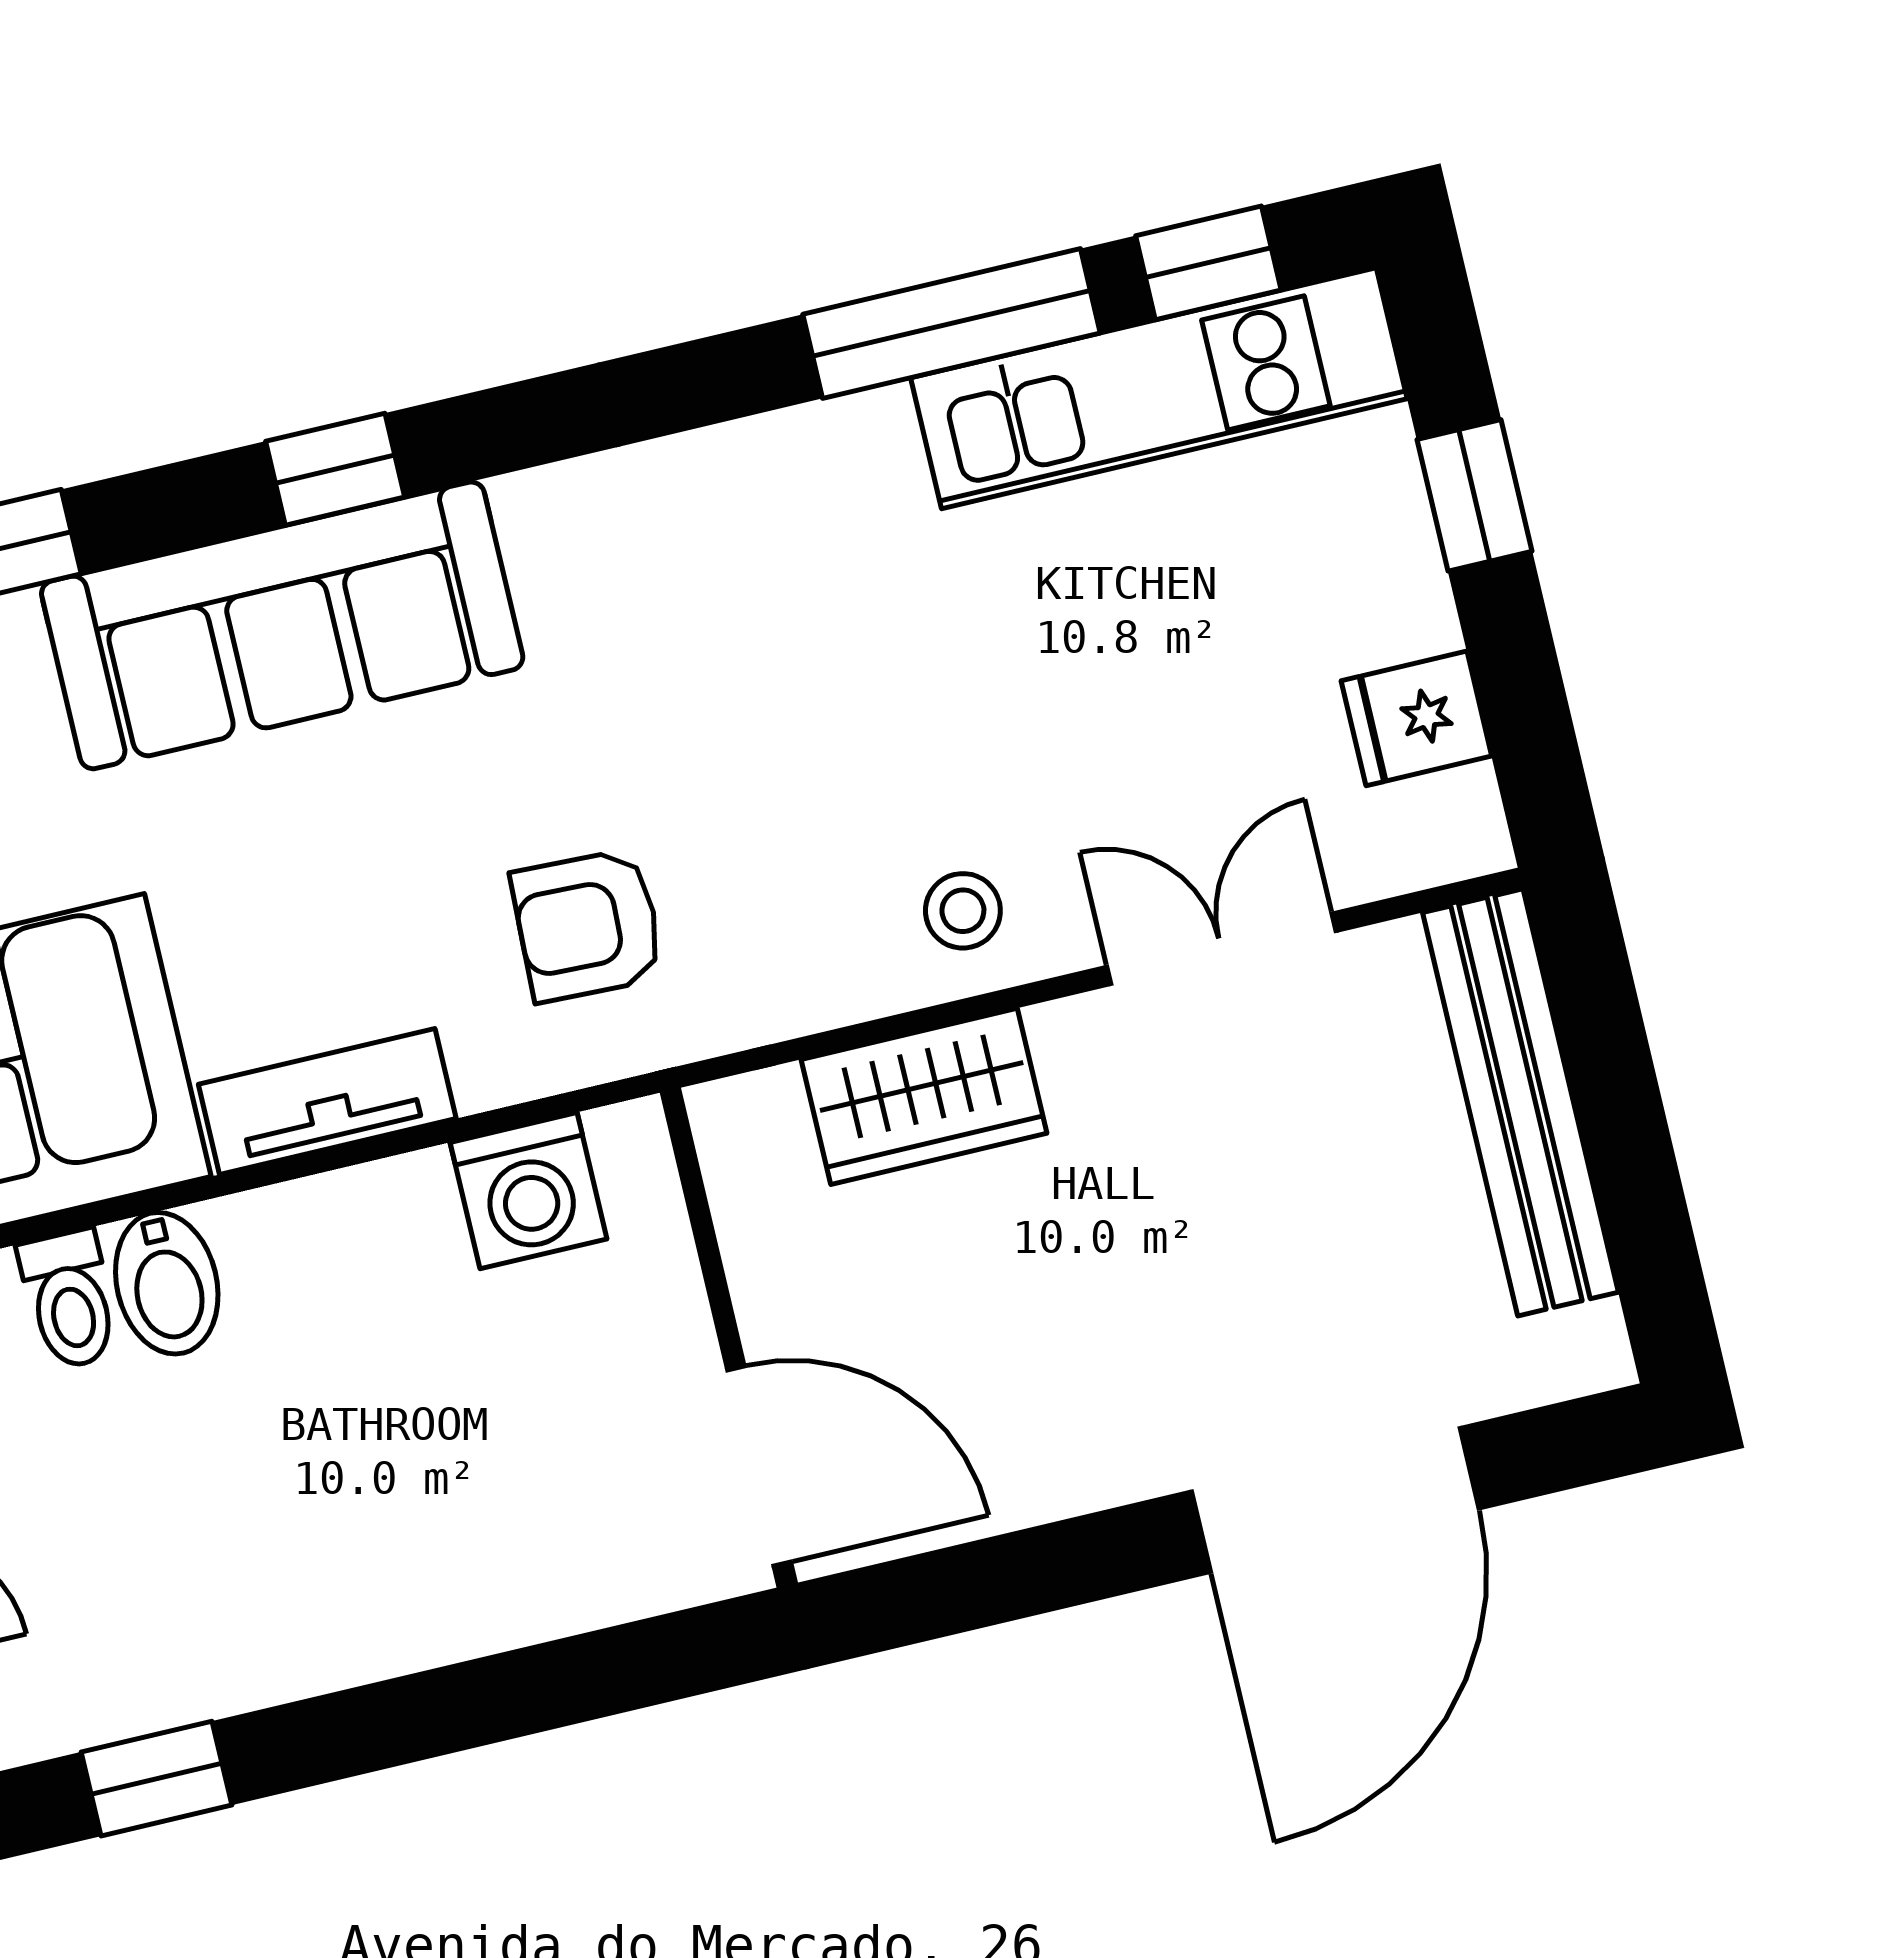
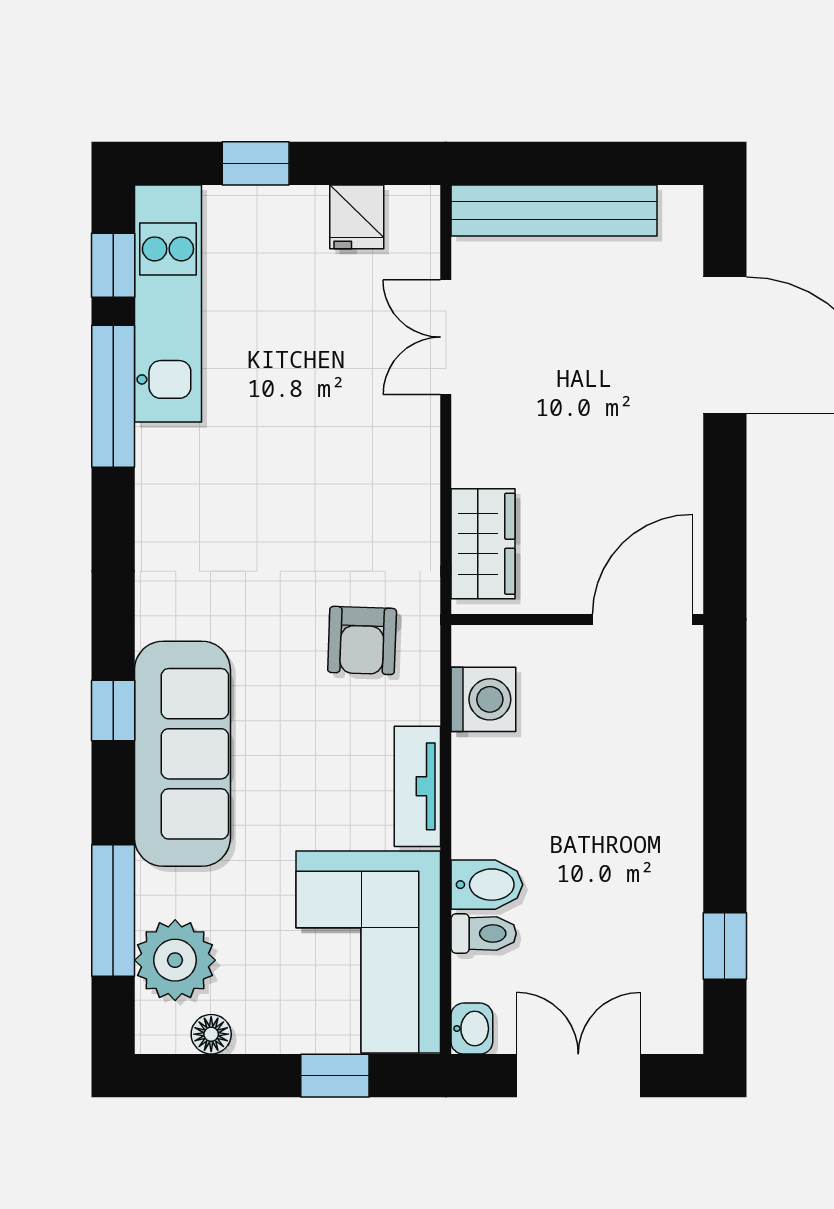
stool: (963, 911) -> (398, 458), removed
wardrobe: (924, 1096) -> (483, 544), moved

